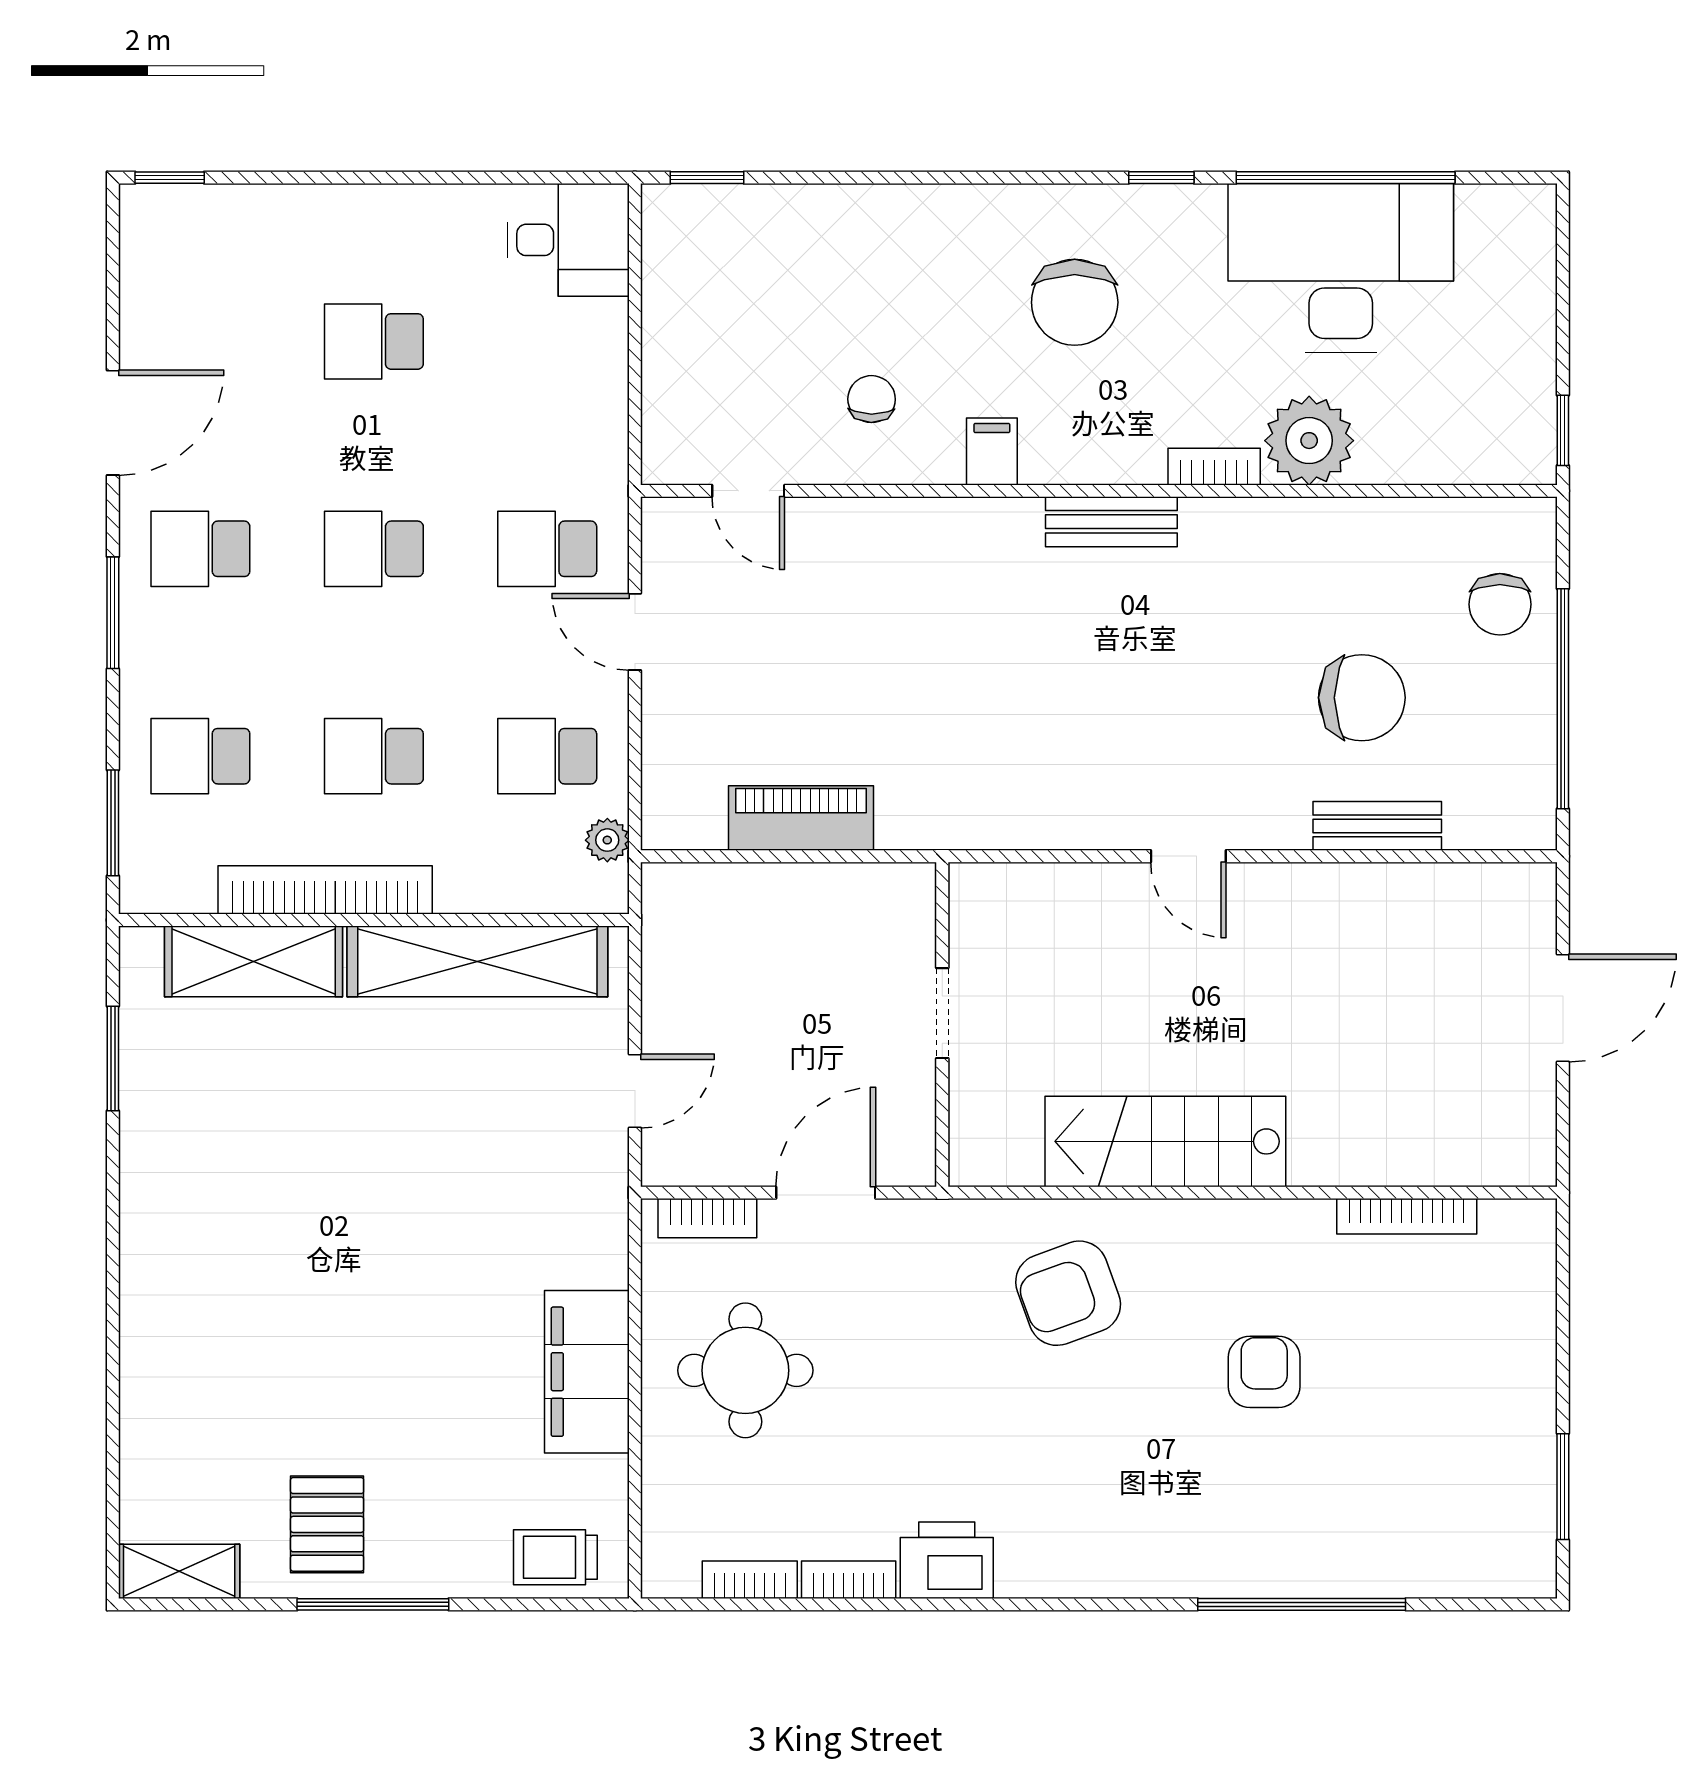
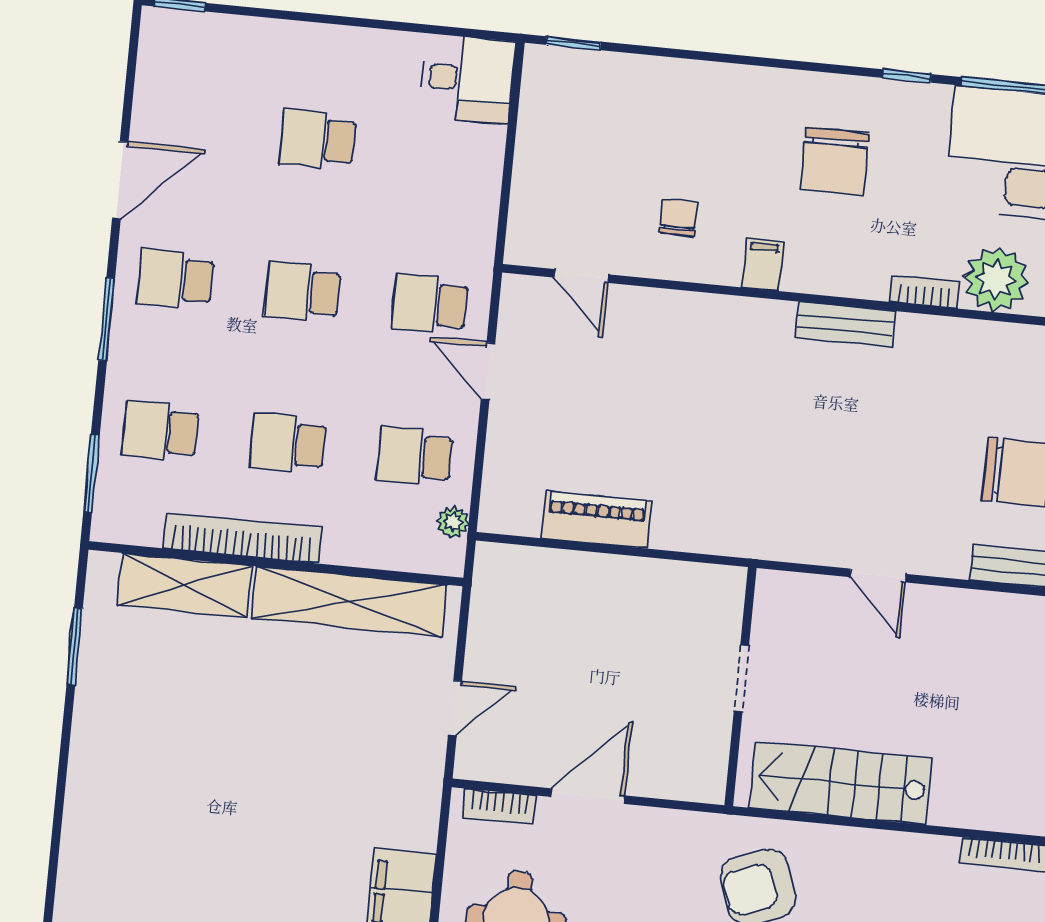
doorway: (942, 1013) -> (741, 678), moved
wall: (942, 1024) -> (741, 687), moved

